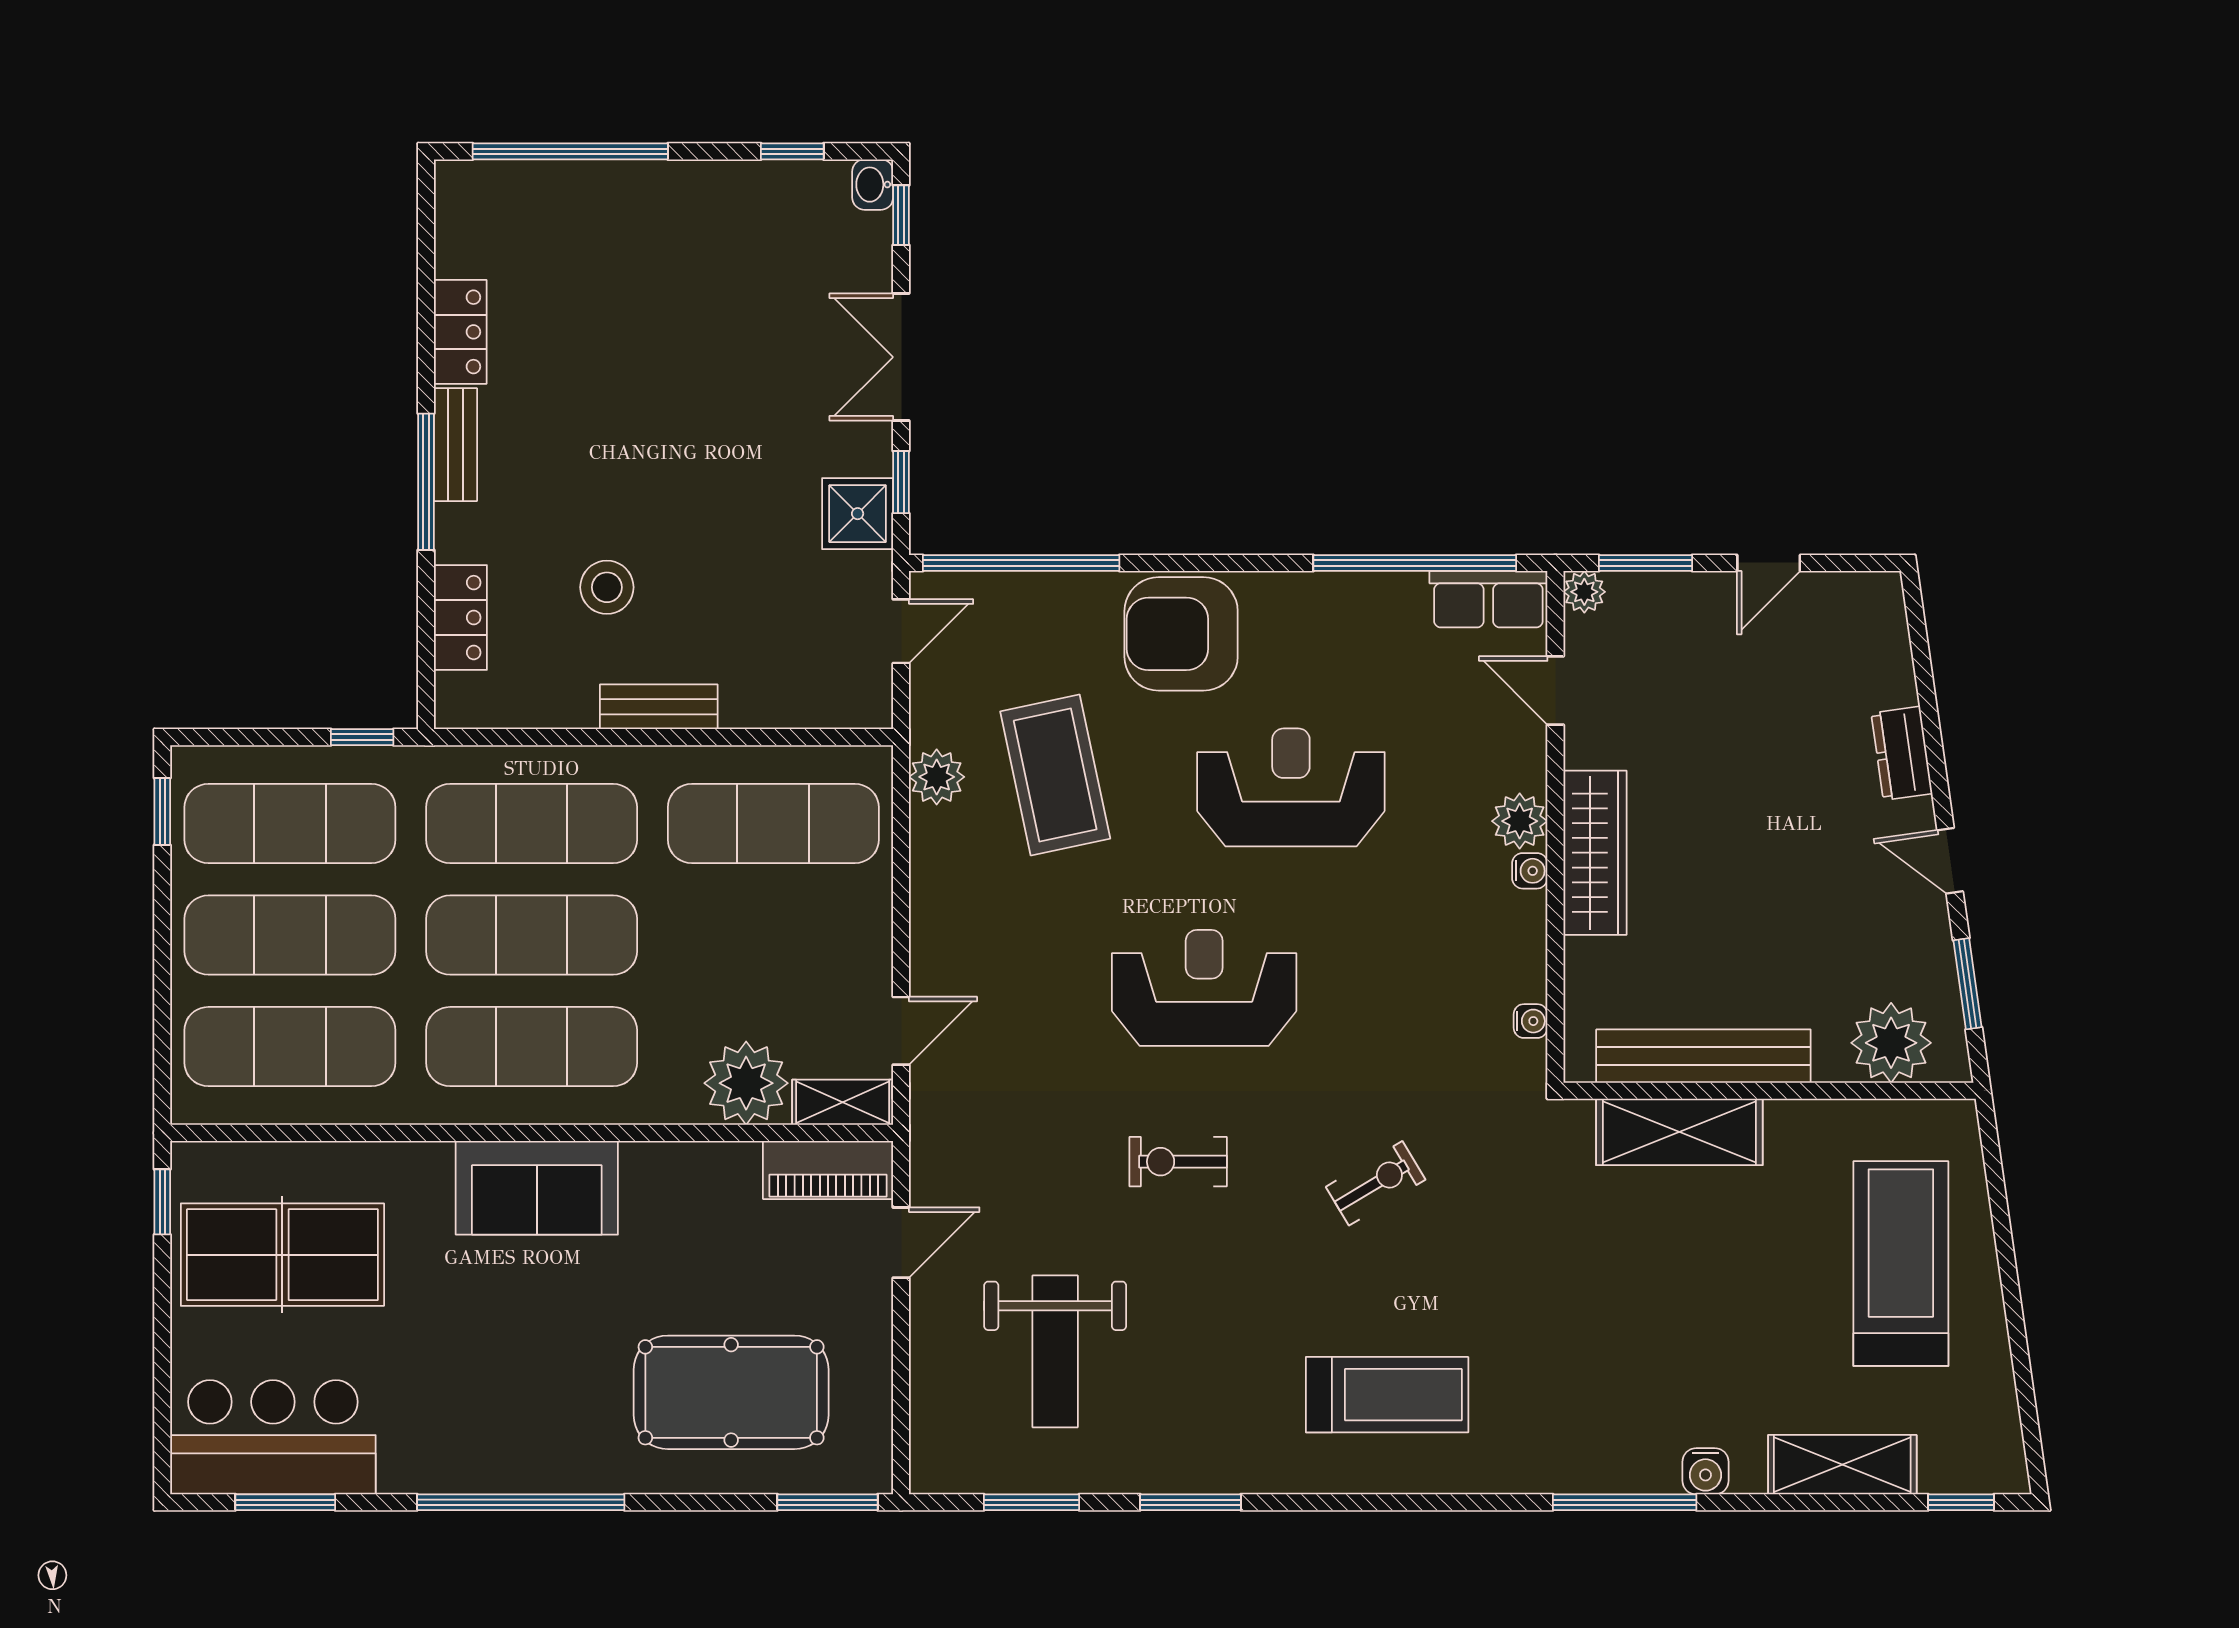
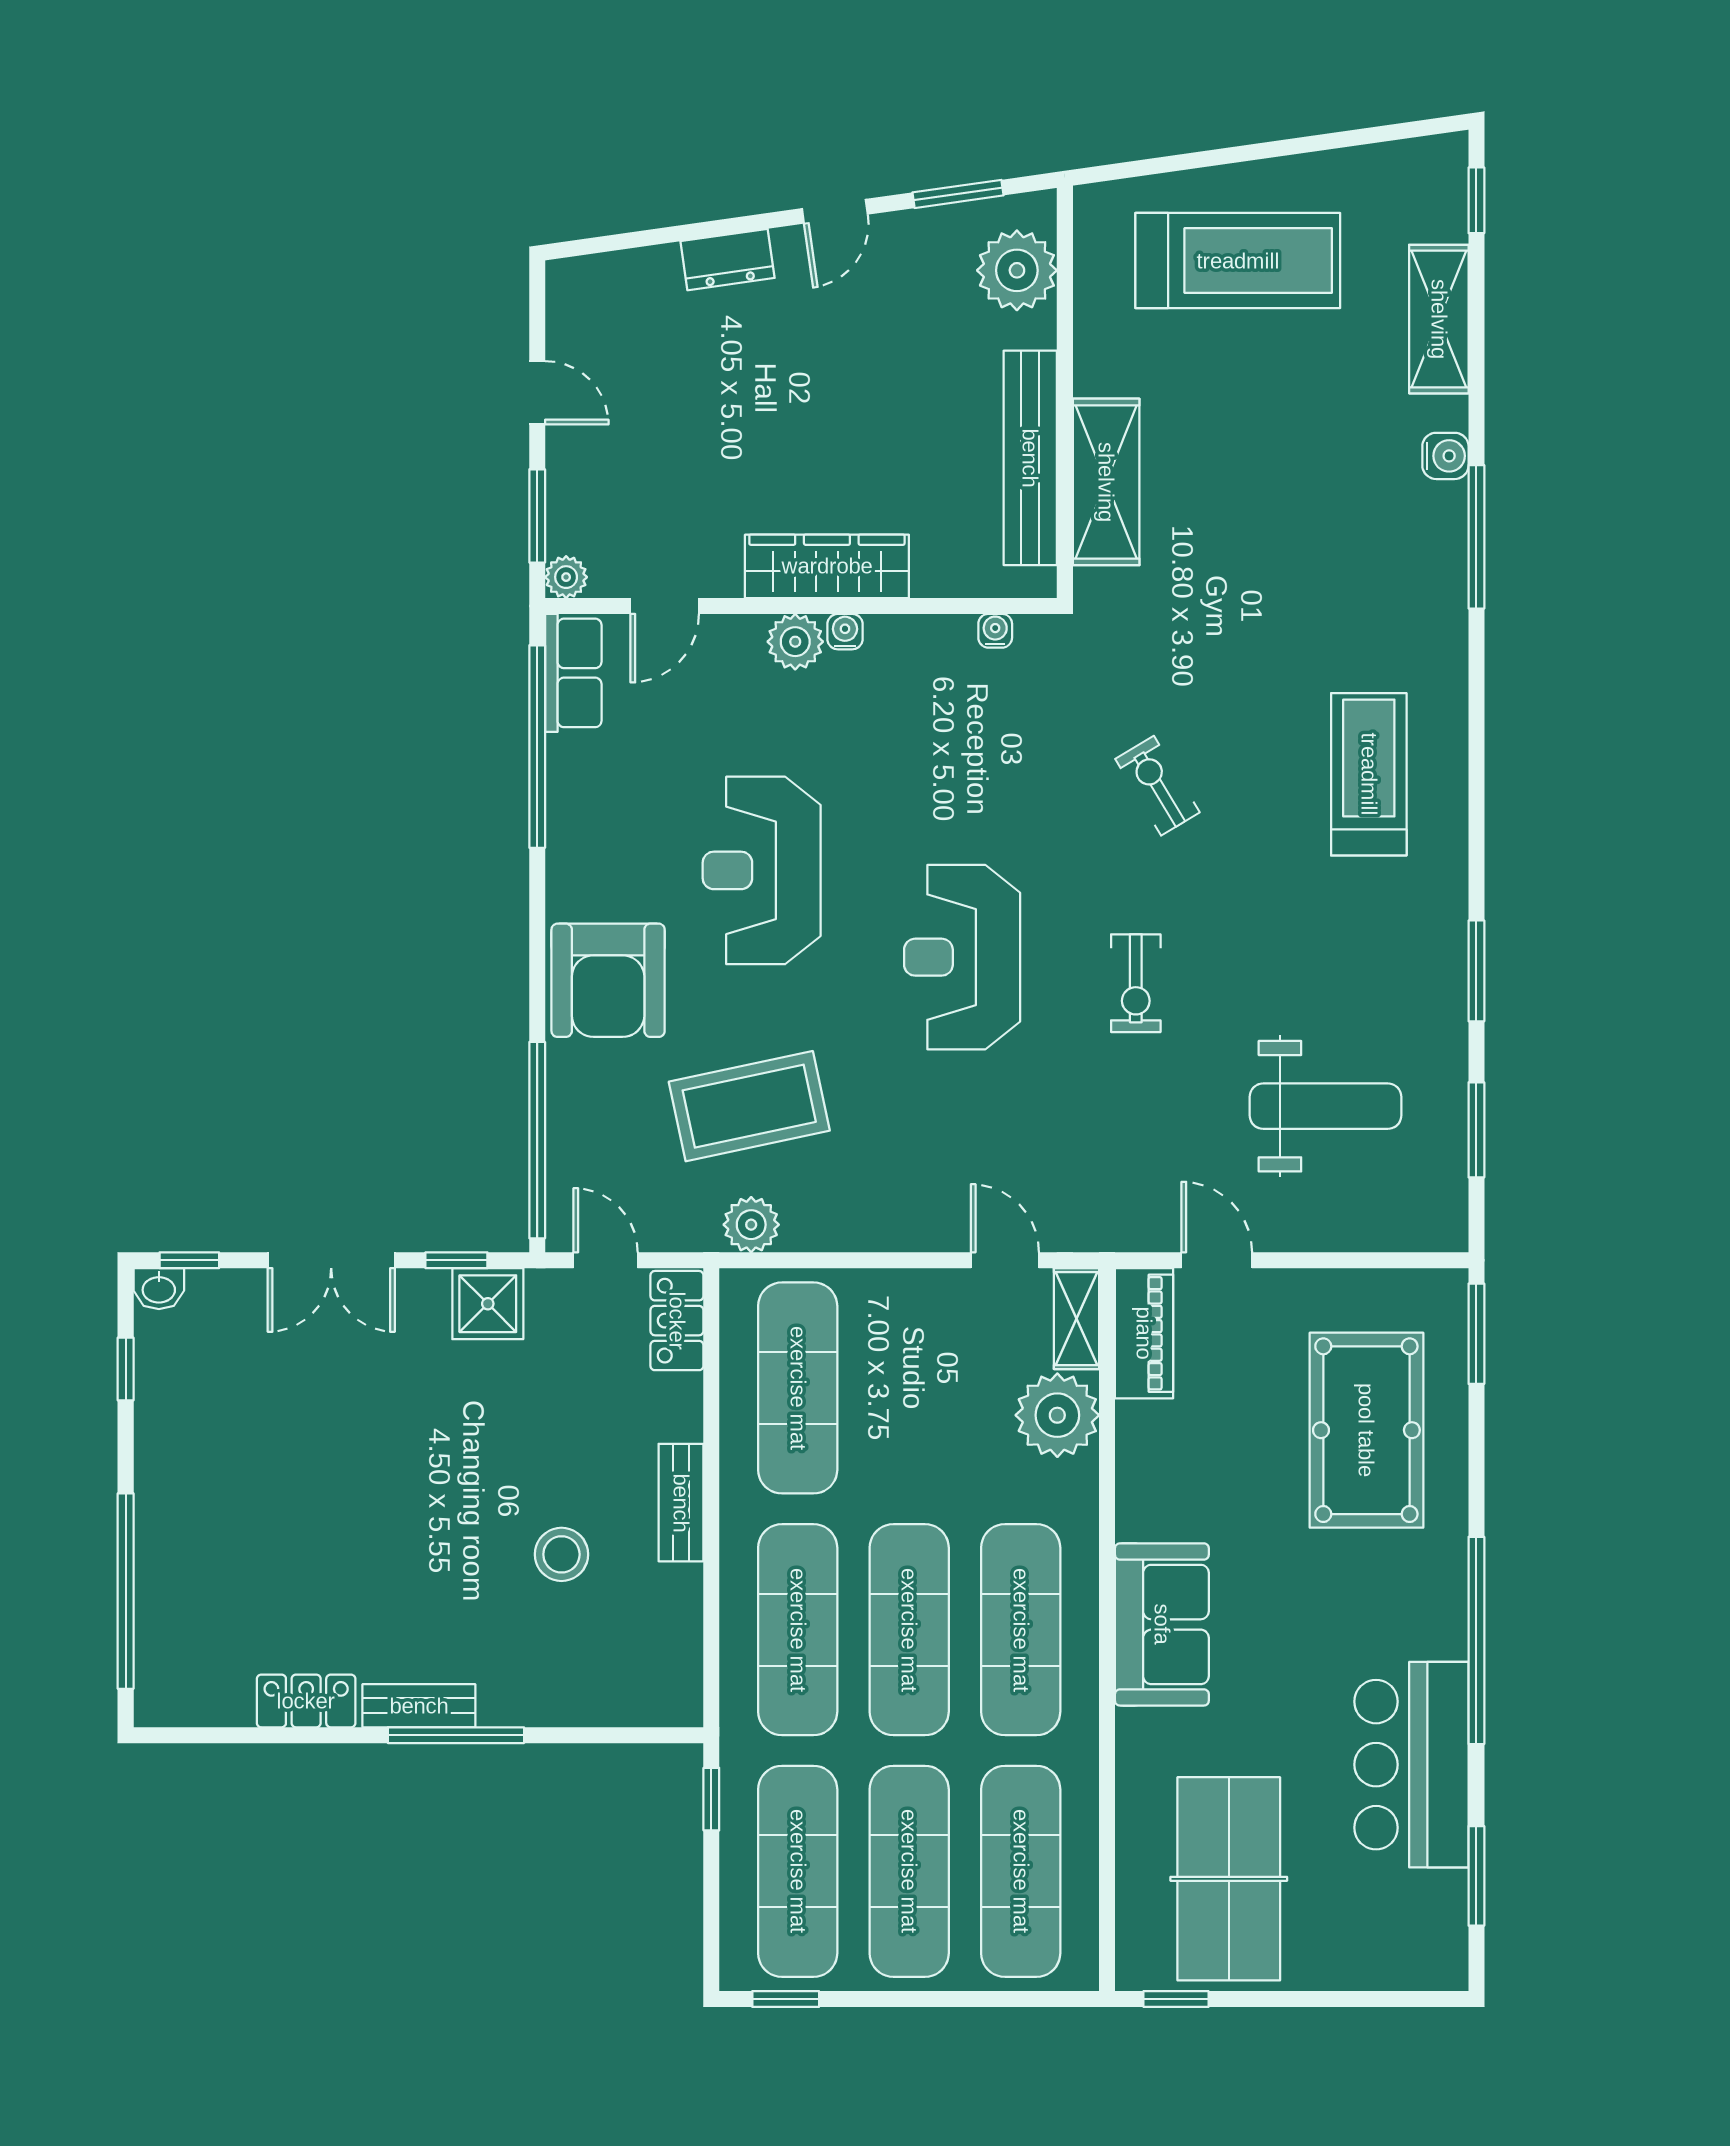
locker: (460, 618) -> (677, 1321), moved, turned -90
treadmill: (1901, 1264) -> (1238, 261), turned 180
bar counter: (273, 1437) -> (1411, 1765), moved

